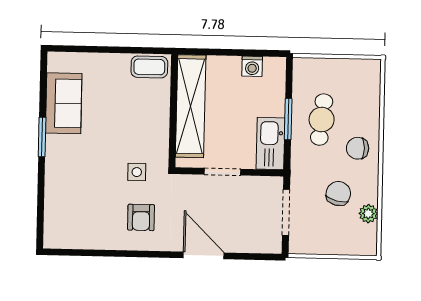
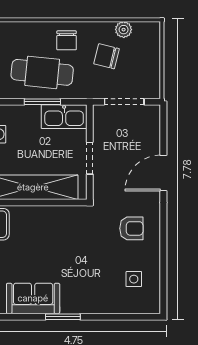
cafe table: (322, 120) -> (42, 72), width x1.37, depth x1.35
side table: (137, 172) -> (134, 279), moved

